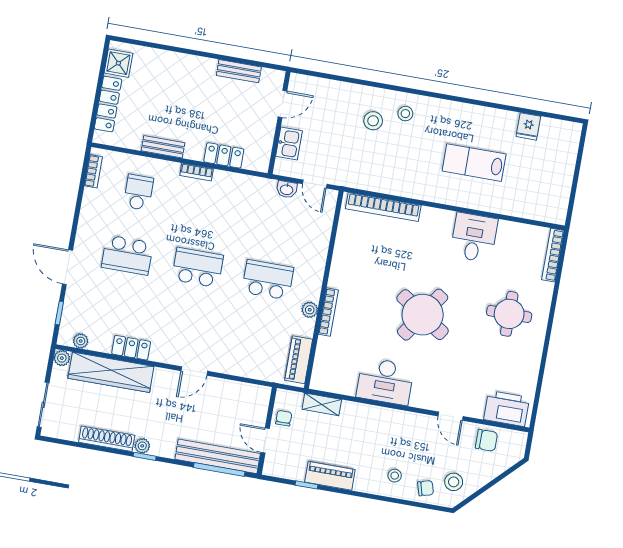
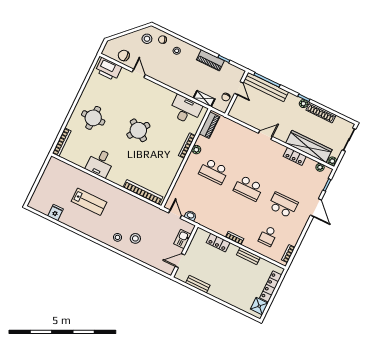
round table: (423, 315) -> (138, 130), width x0.73, depth x0.73
desk: (385, 381) -> (185, 110), moved

